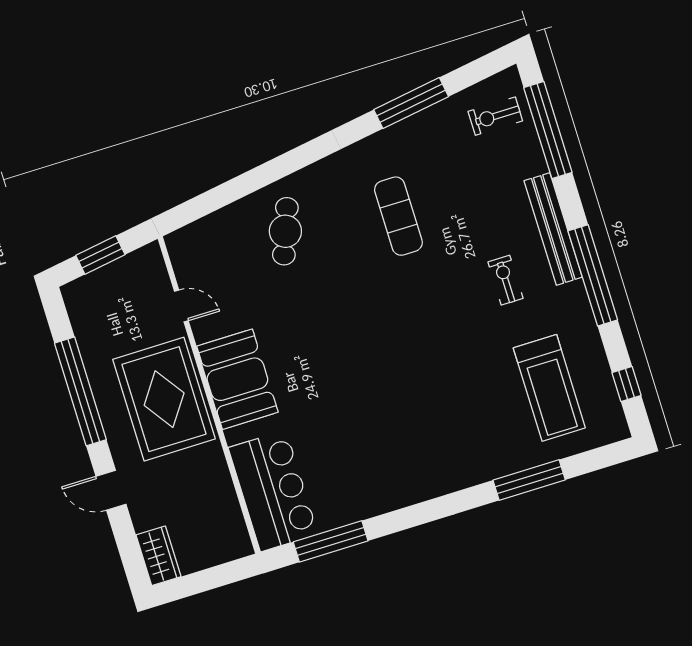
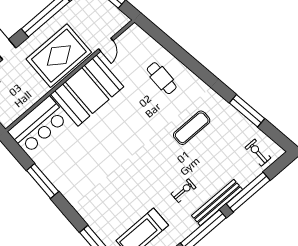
window: (548, 130) -> (248, 192), moved
cafe table: (285, 231) -> (162, 78), turned 69
booth: (237, 379) -> (87, 91), width x1.36, depth x1.42
window: (331, 541) -> (43, 181), moved

